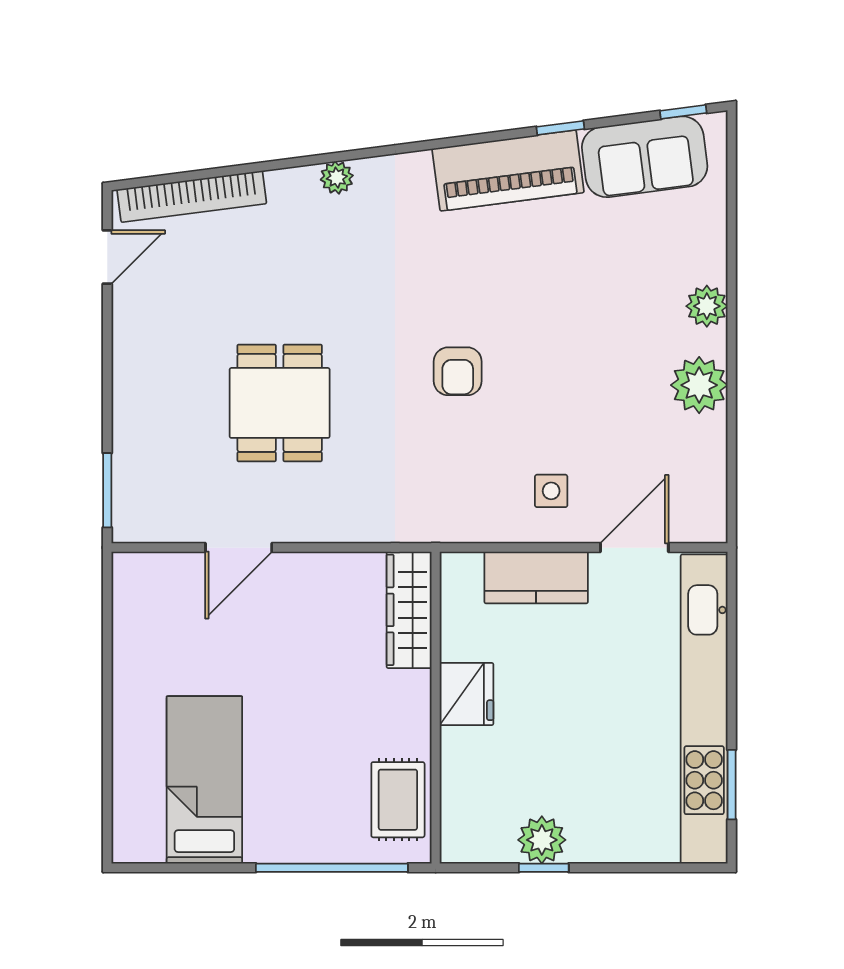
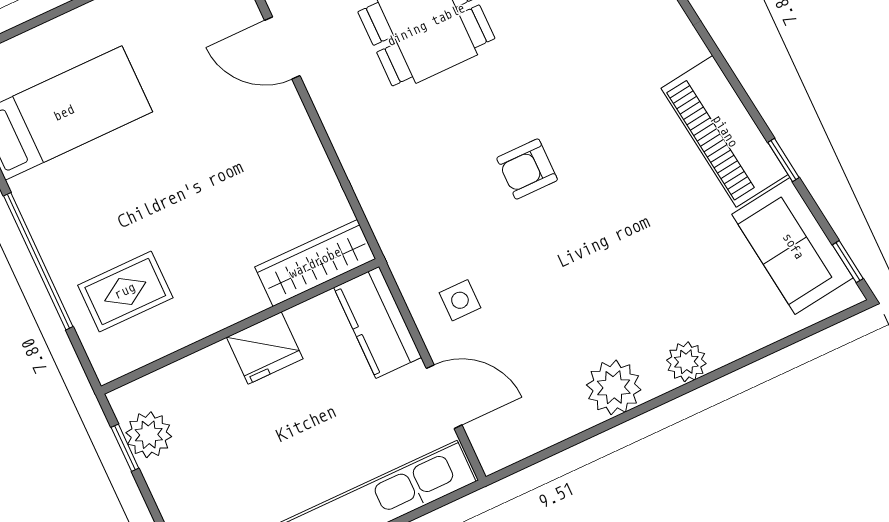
wardrobe: (409, 610) -> (315, 263), moved
fridge: (467, 694) -> (265, 348), moved
wall: (436, 708) -> (240, 326), moved

